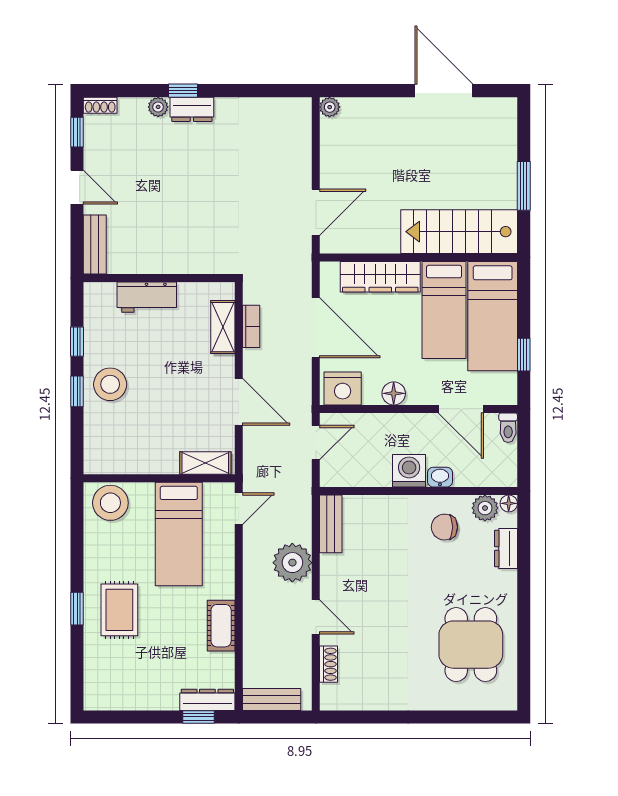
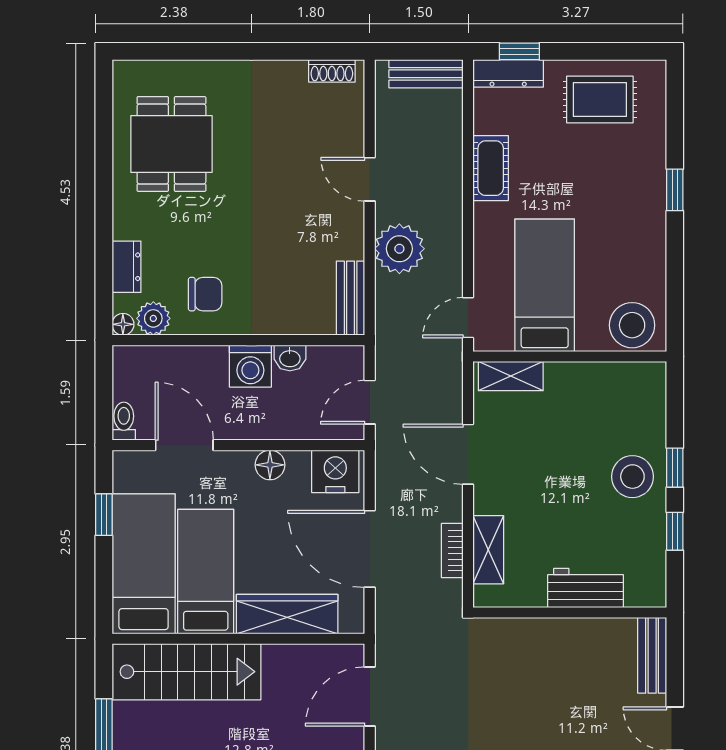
washbasin: (440, 477) -> (290, 358), moved
rug: (119, 610) -> (600, 100), moved, turned 90
shoe rack: (328, 664) -> (332, 71), moved, turned -90

